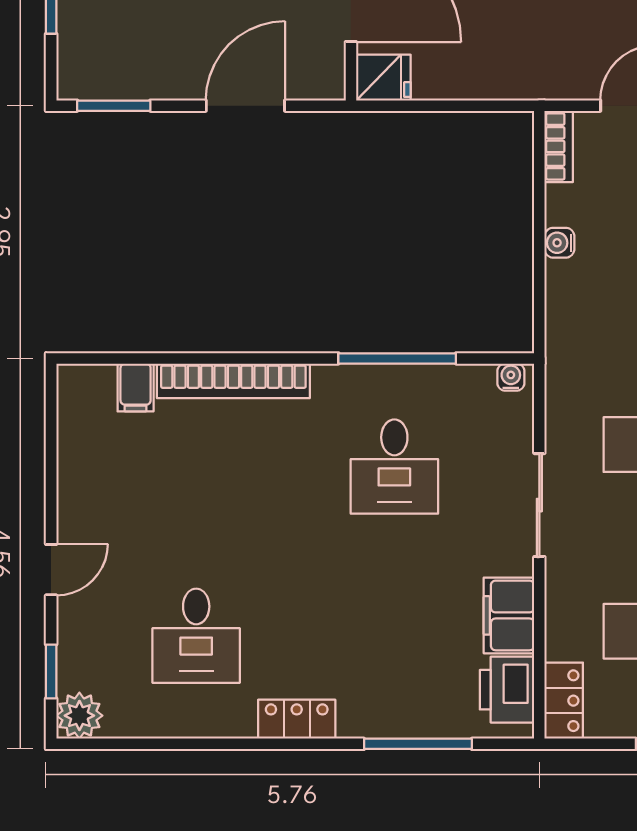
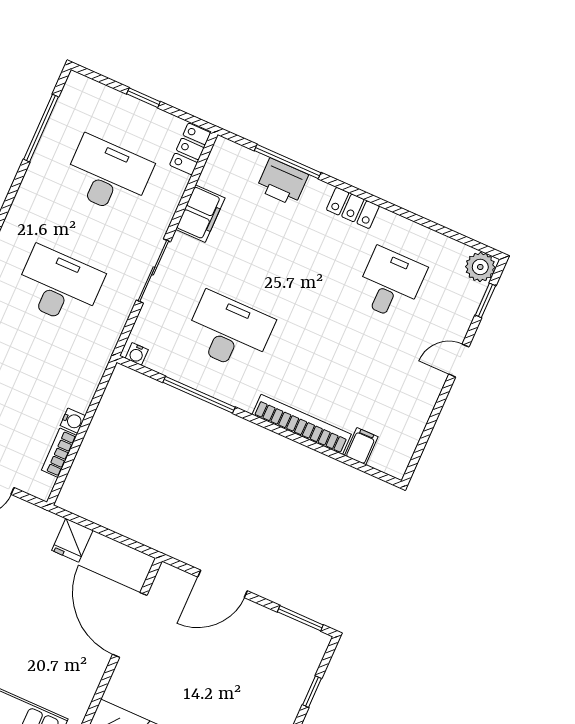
fridge: (383, 78) -> (72, 540), moved, turned -90
bookcase: (559, 146) -> (59, 453), moved
desk: (394, 467) -> (229, 332), width x1.37
printer: (507, 690) -> (282, 182), moved, turned 90

